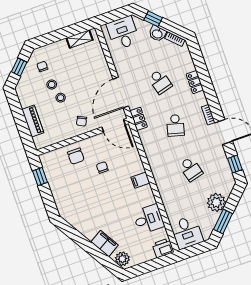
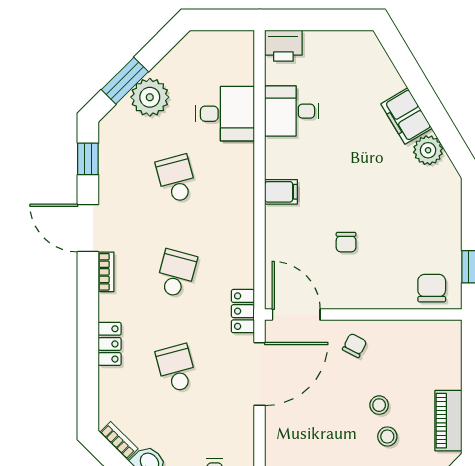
piano: (33, 121) -> (448, 421), moved
chair: (76, 156) -> (432, 288), moved
window: (223, 222) -> (125, 81), moved
desk: (187, 232) -> (225, 114), moved, turned 90
filing cabinet: (105, 243) -> (406, 116), moved
plant: (122, 259) -> (428, 150), moved

